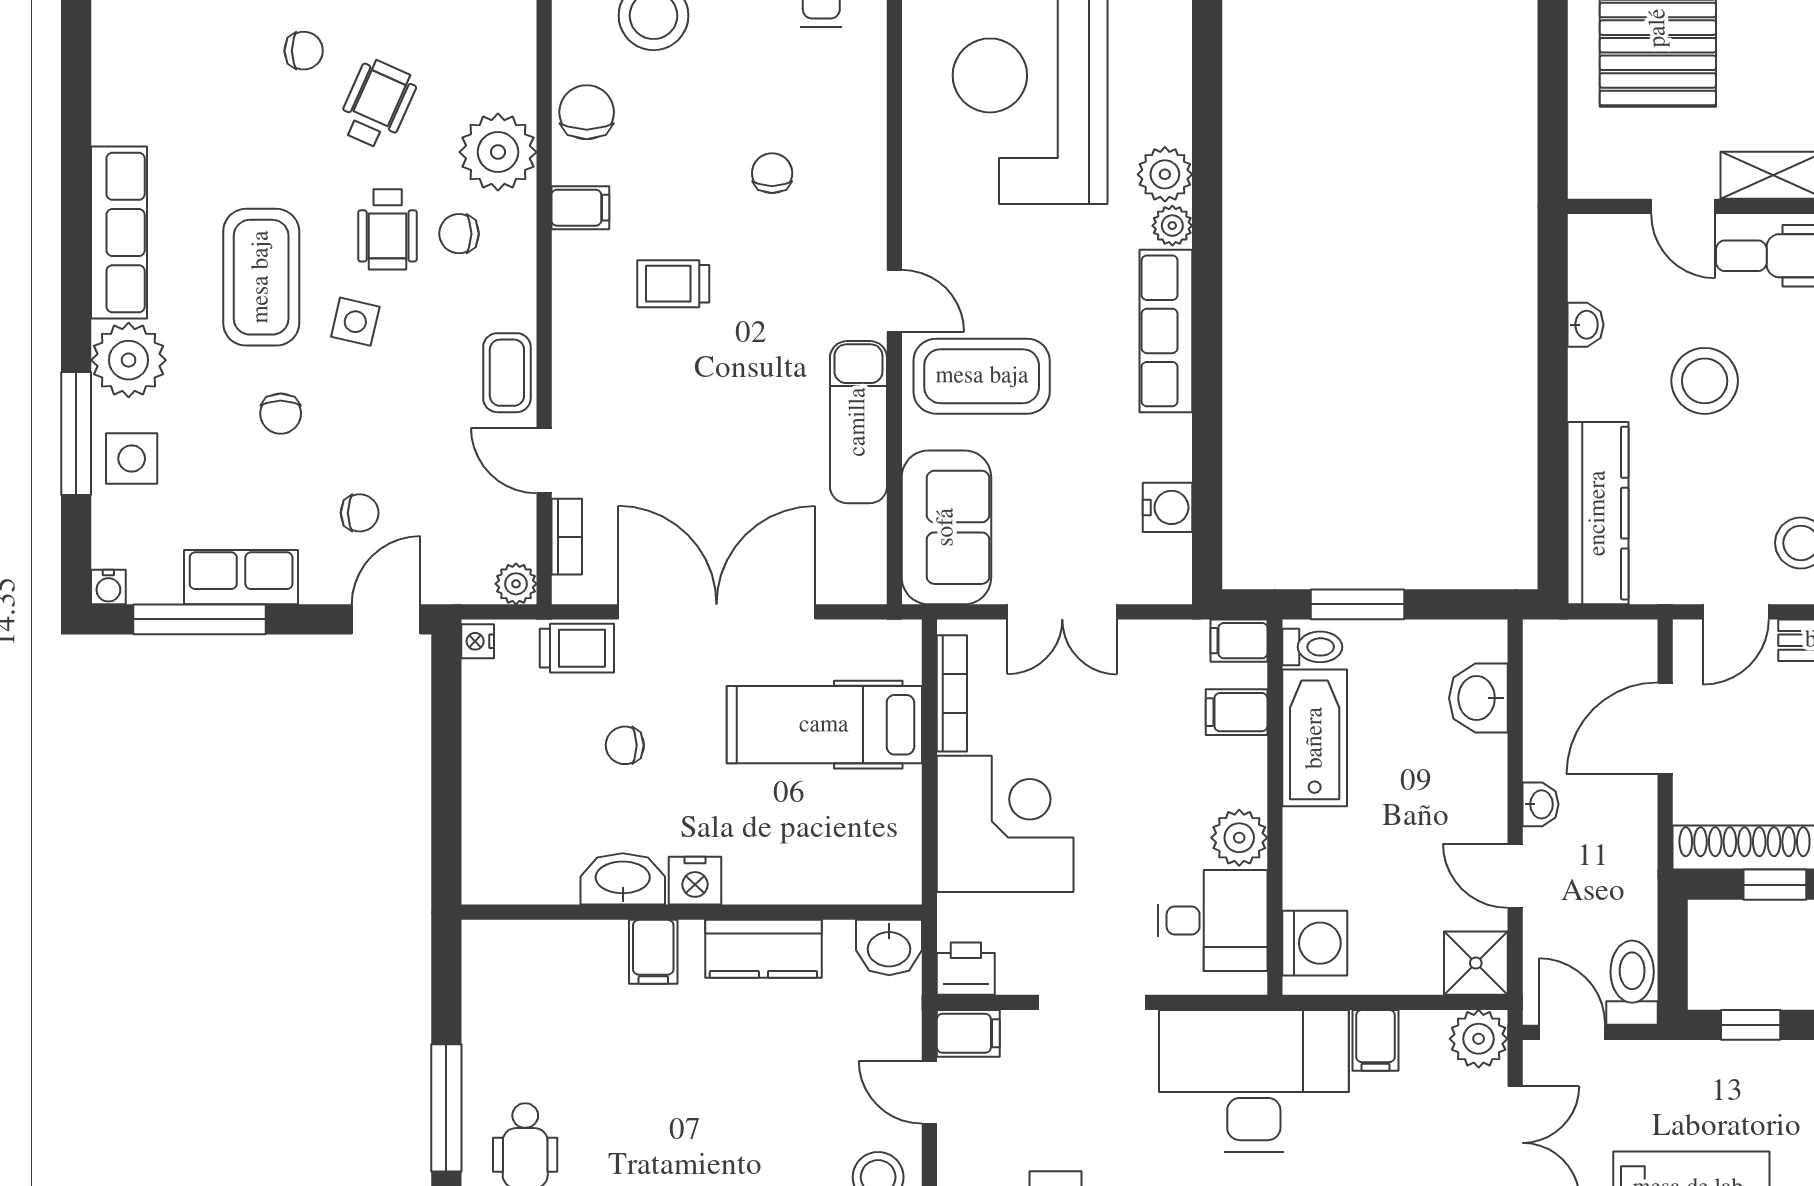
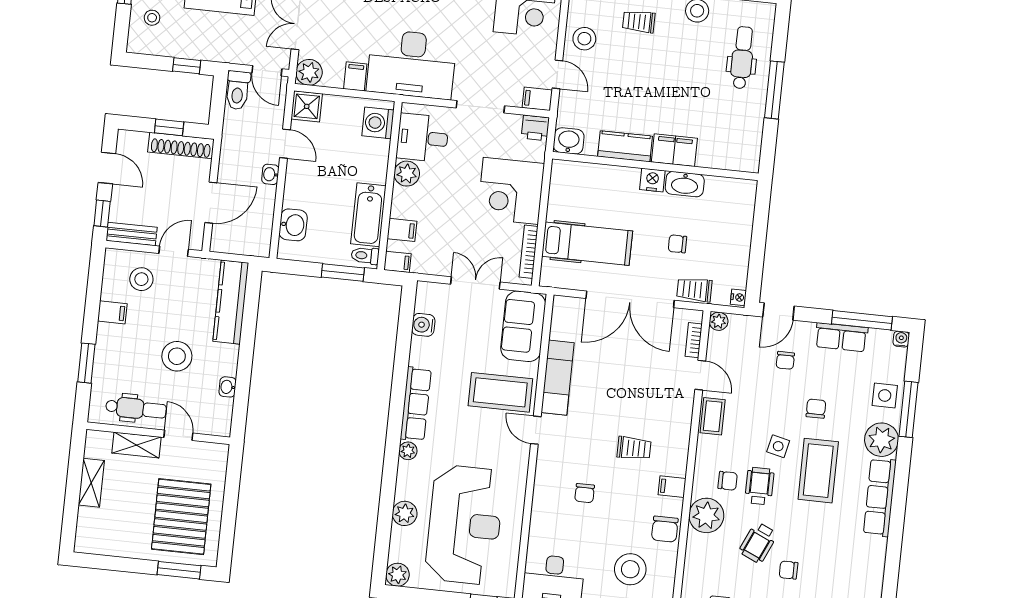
plant: (1165, 174) -> (405, 513), moved
chair: (360, 513) -> (785, 360), turned -90
chair: (625, 745) -> (677, 244), turned 180
filing cabinet: (653, 952) -> (674, 150), width x2.00

